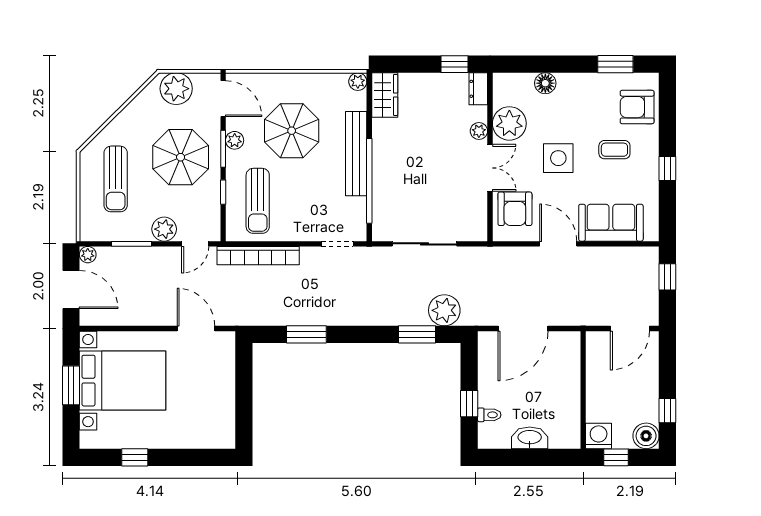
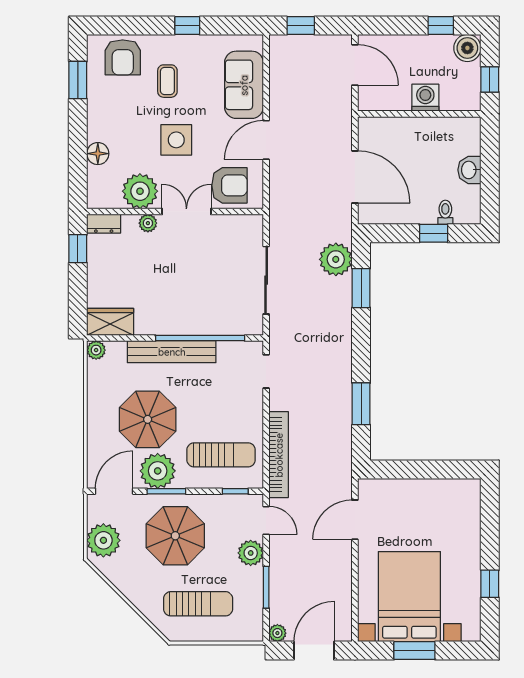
plant: (235, 140) -> (158, 471), width x1.88, depth x1.88
window: (223, 192) -> (235, 491), moved
washing machine: (599, 436) -> (425, 98), moved, turned 90
washbasin: (530, 438) -> (469, 170), width x0.72

